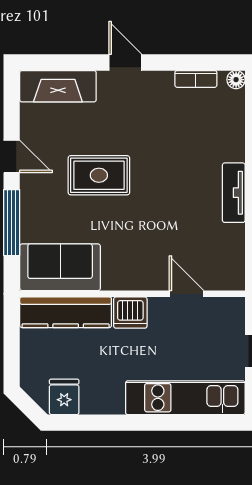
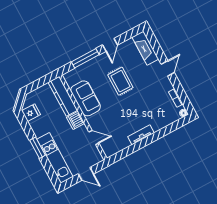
sofa: (60, 267) -> (86, 98), moved
door: (187, 294) -> (94, 138), hinge flipped
window: (145, 423) -> (38, 148), added

